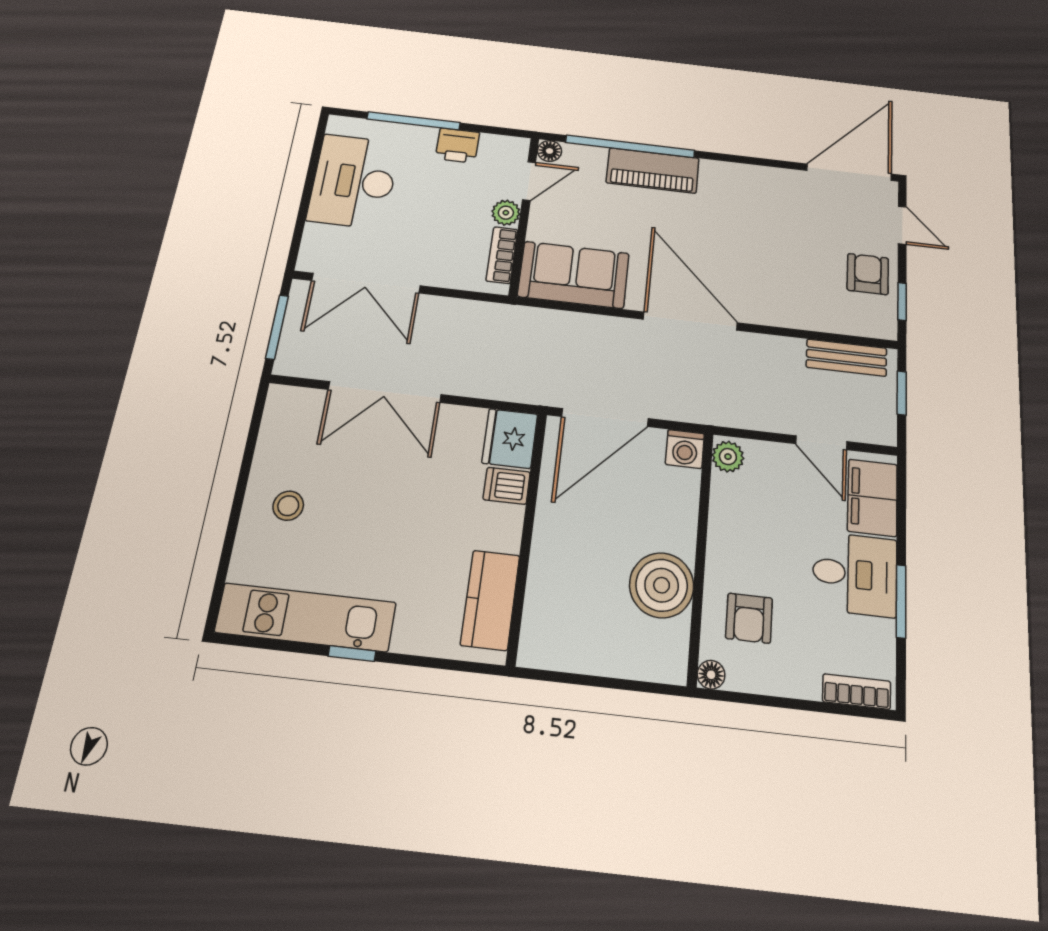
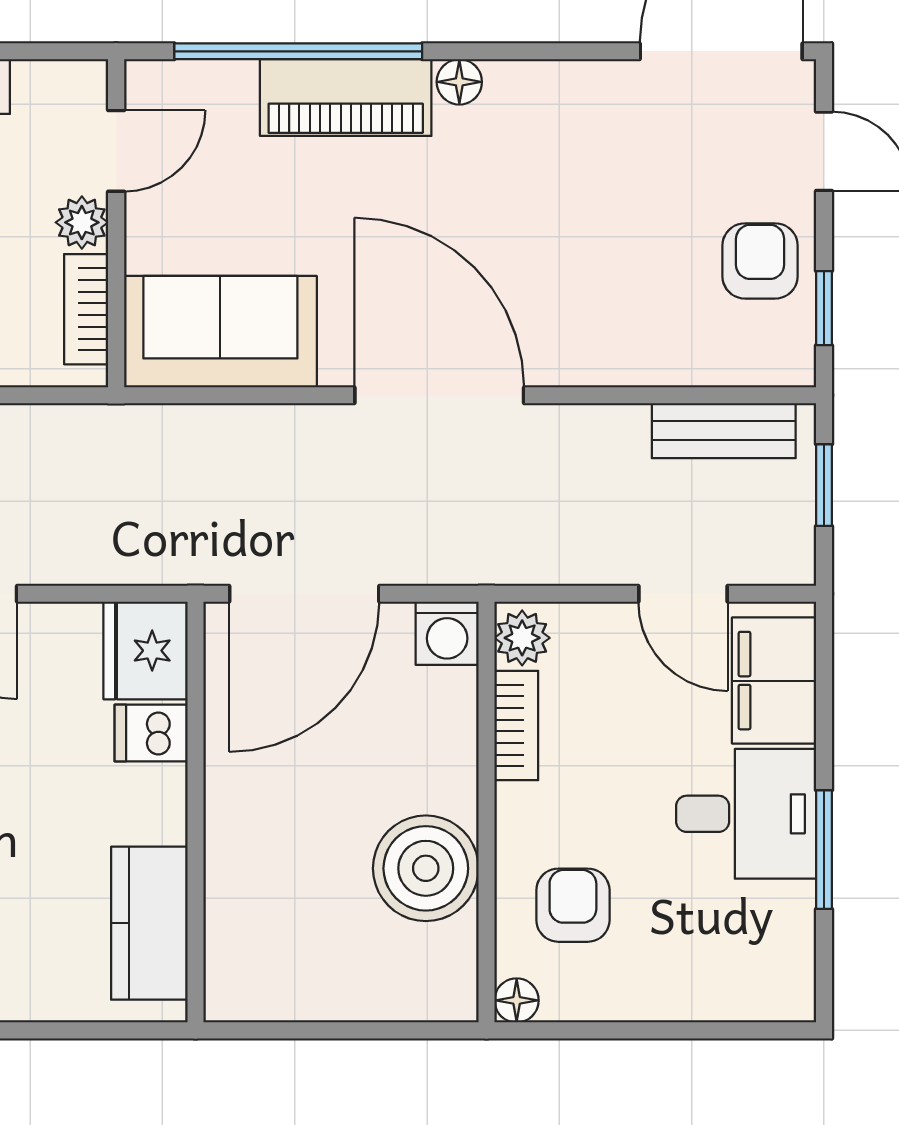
floor lamp: (550, 151) -> (459, 82), moved
armchair: (749, 618) -> (573, 905), turned 180
bookcase: (857, 691) -> (516, 726), moved, turned 90

